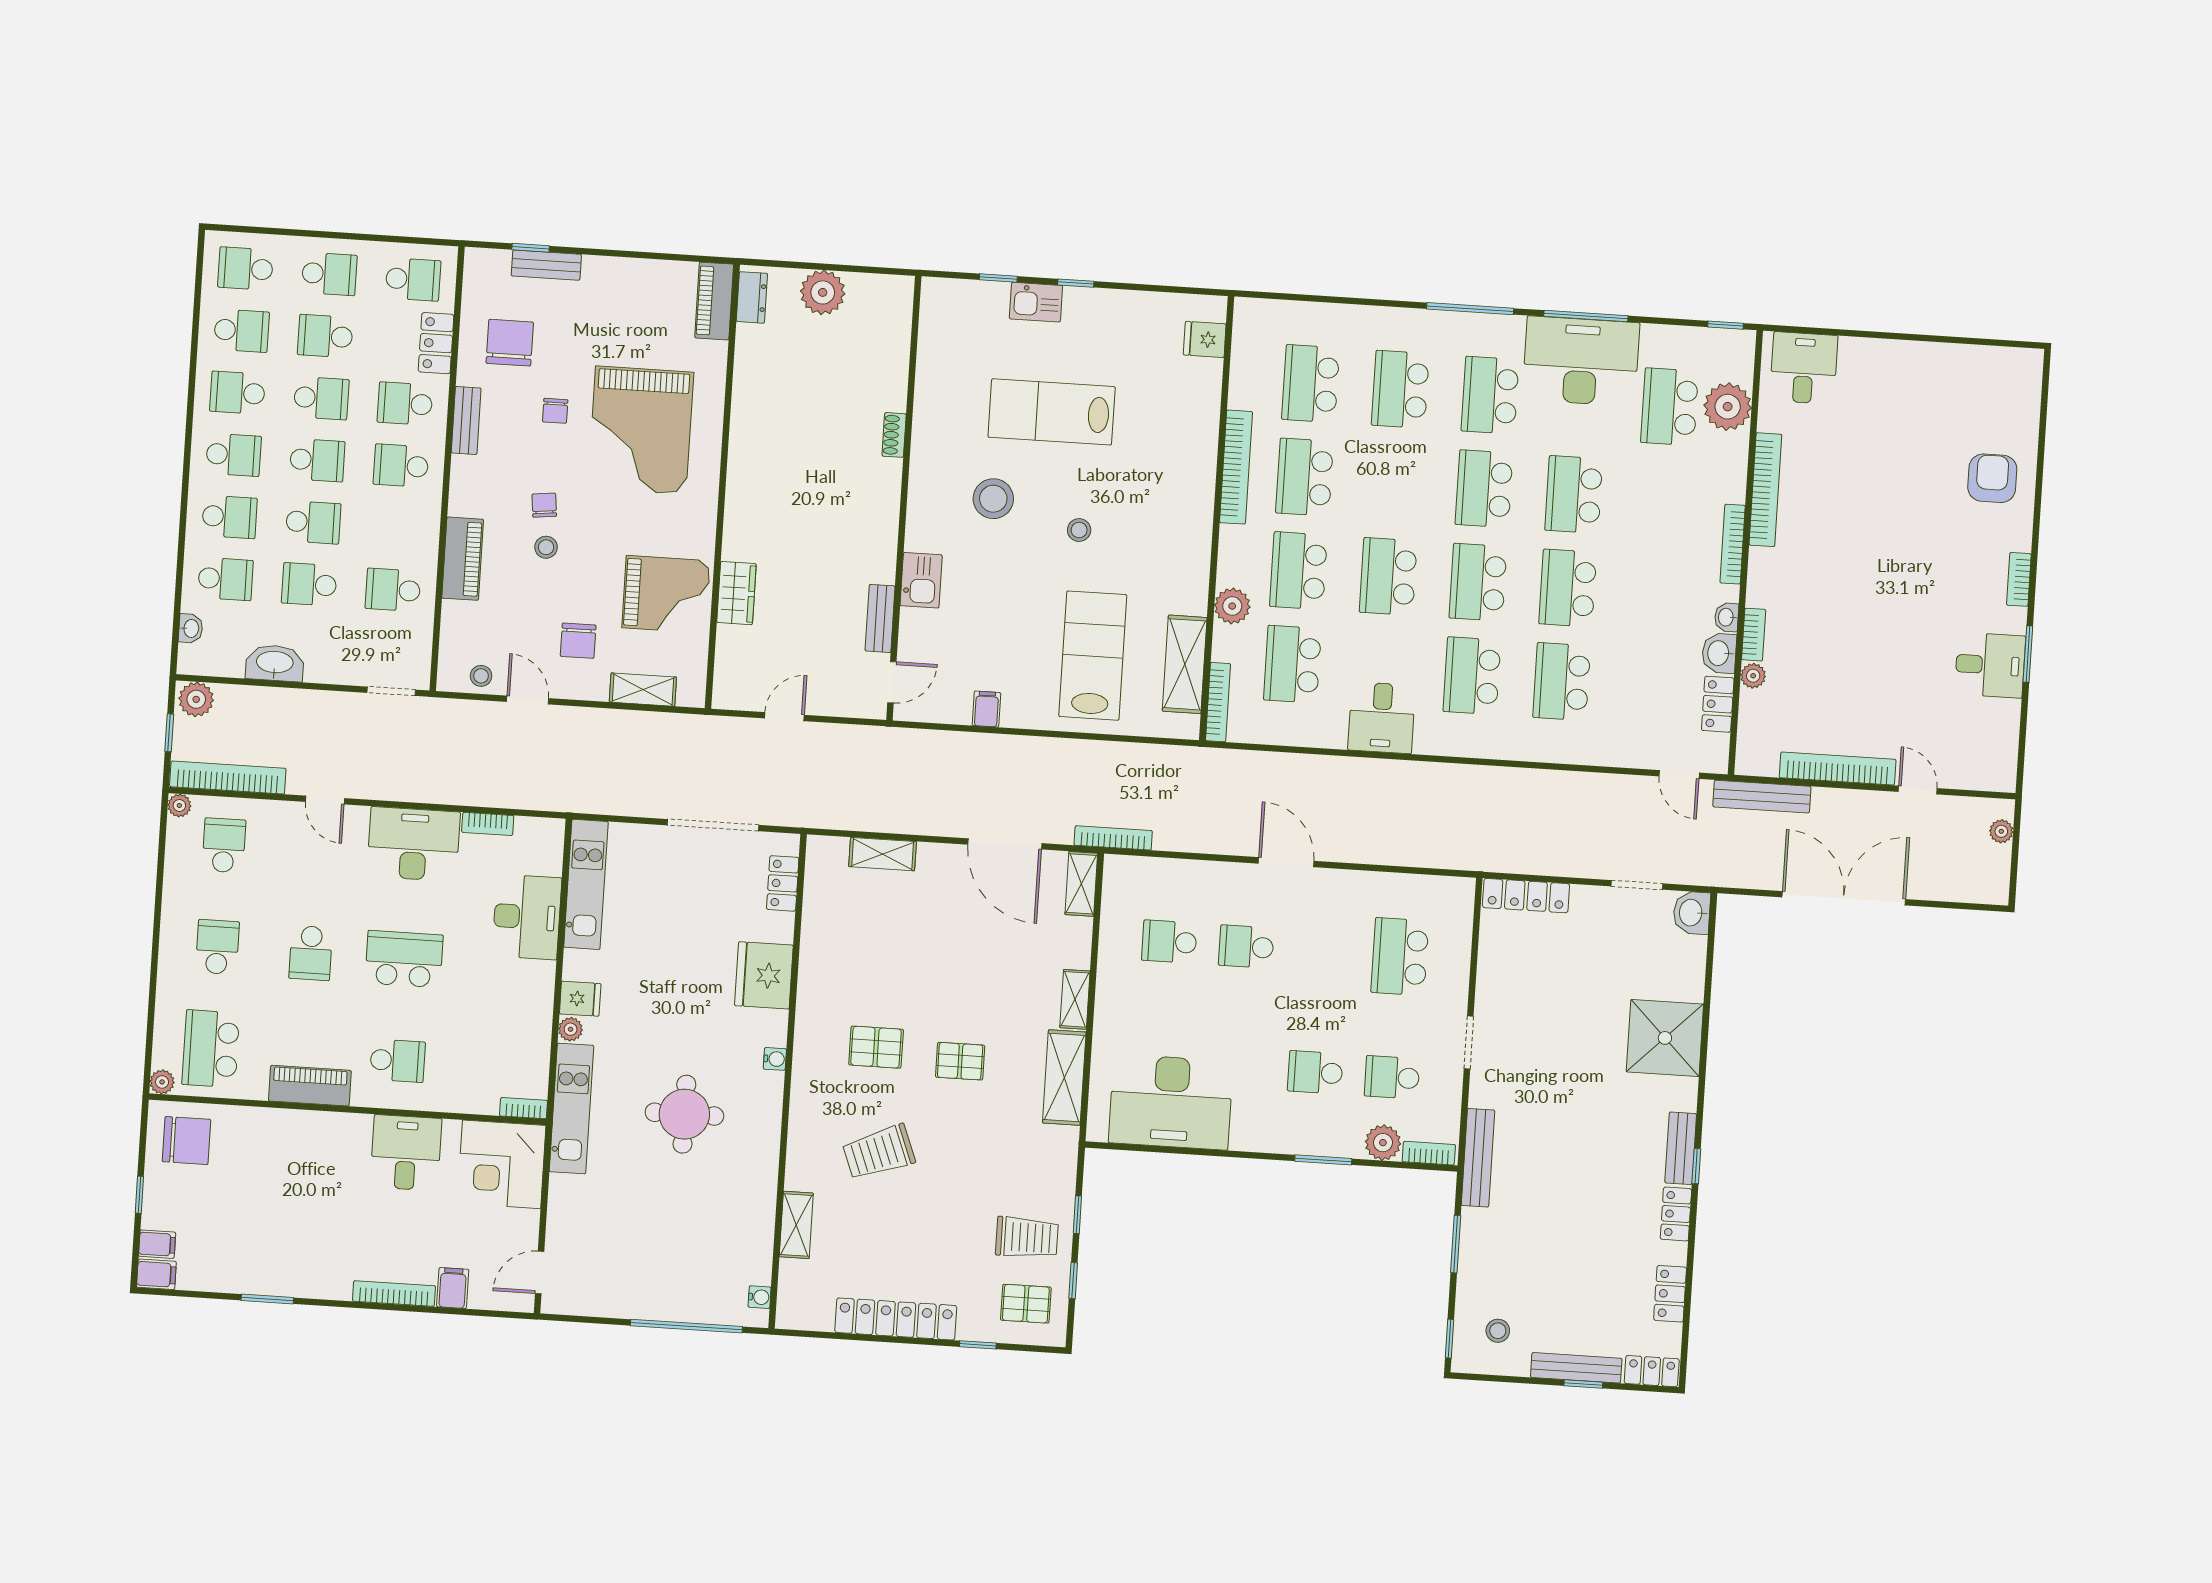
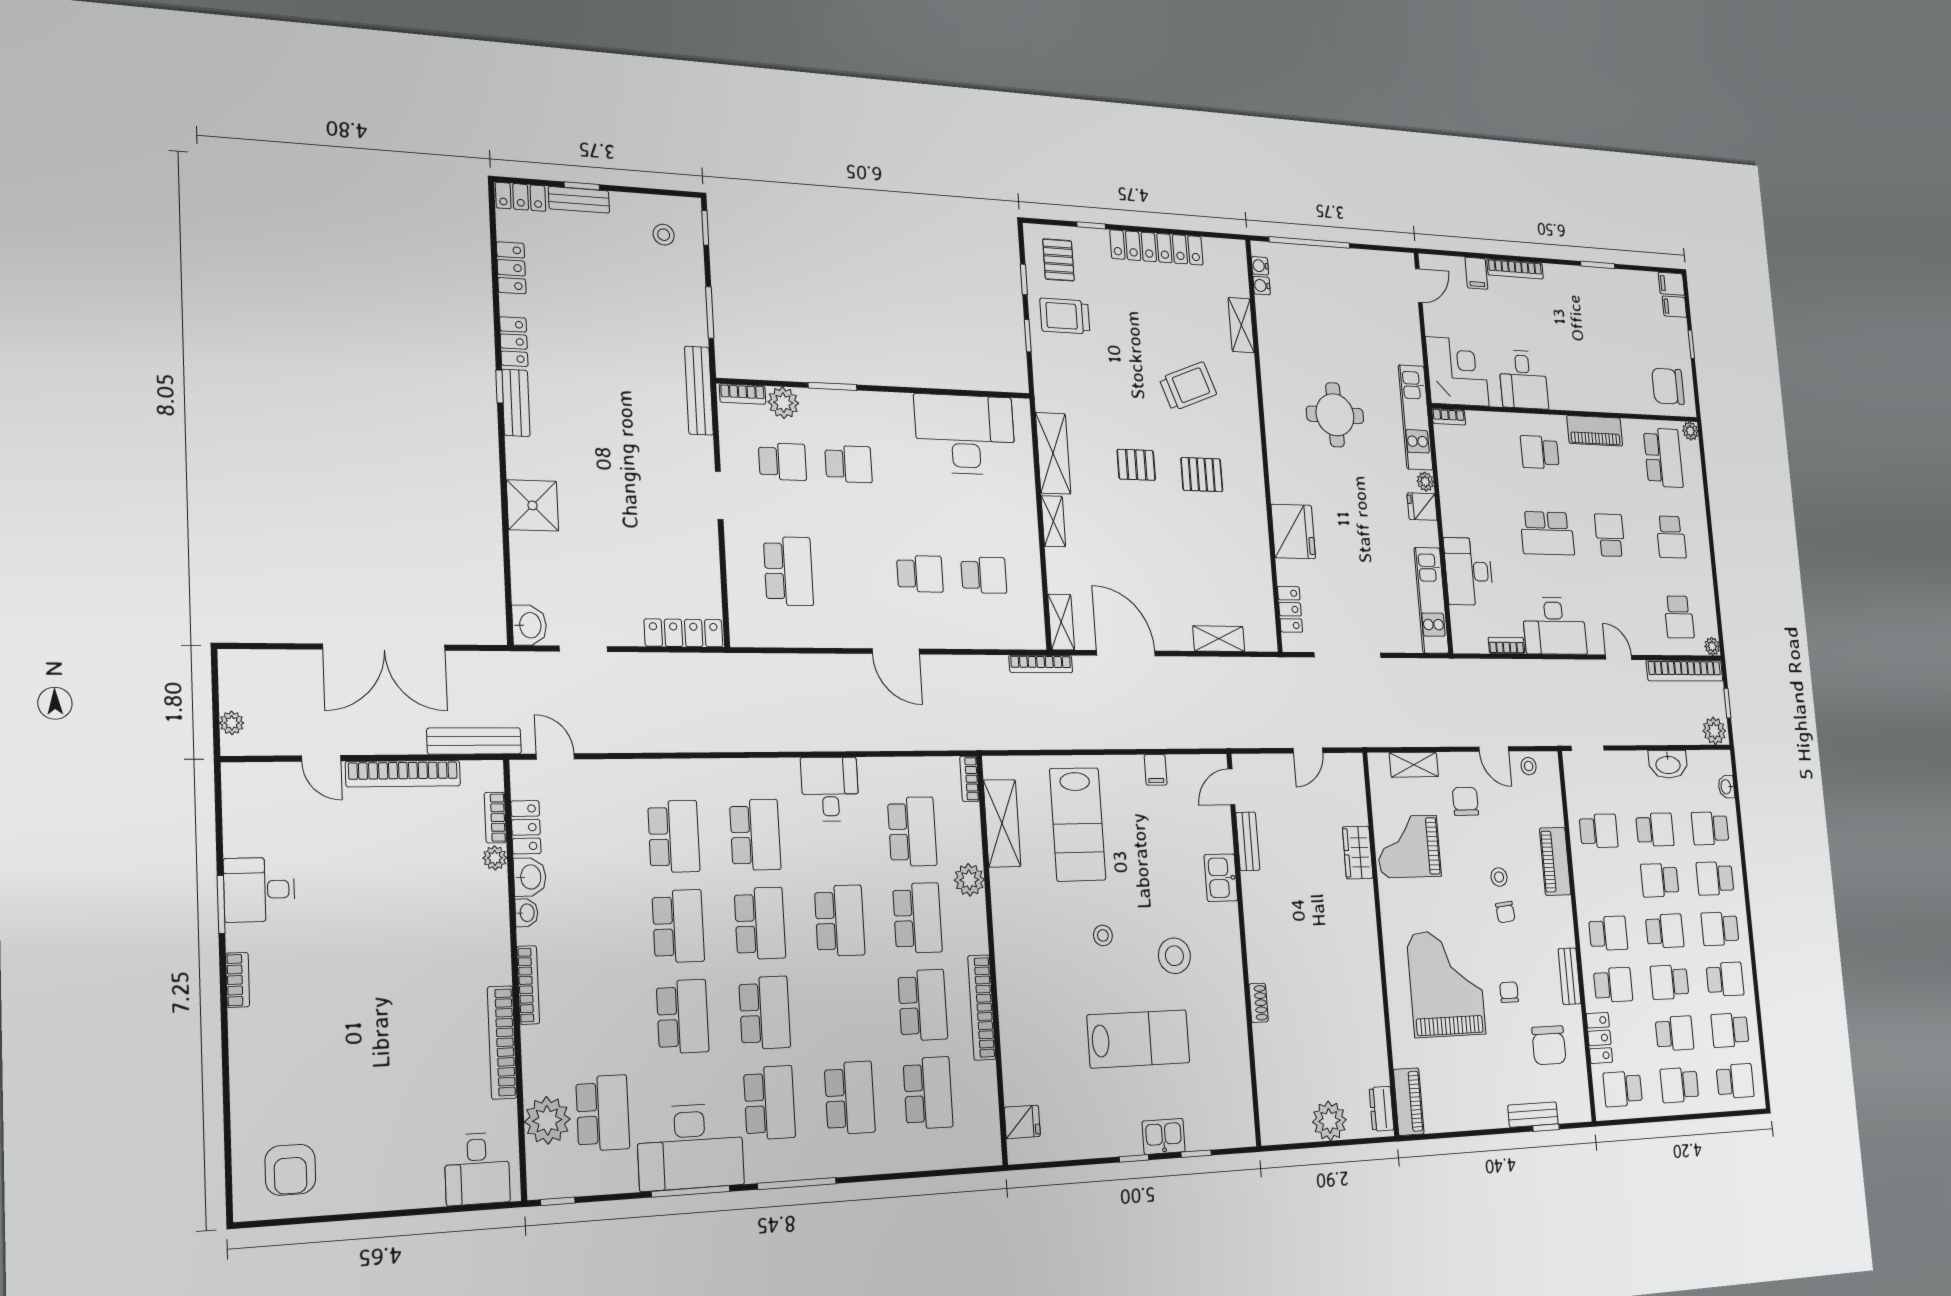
school desk: (317, 460) -> (1665, 931), turned 180
armchair: (1992, 478) -> (290, 1170), moved
bookcase: (1754, 635) -> (495, 818), moved
bookcase: (1218, 702) -> (970, 779), width x0.64
shower: (1665, 1038) -> (533, 505), width x0.73, depth x0.73
water cooler: (775, 1059) -> (1262, 286), moved
pallet: (1026, 1304) -> (1058, 260), turned 90
bench: (1576, 1368) -> (579, 200), width x0.73

